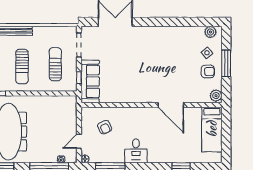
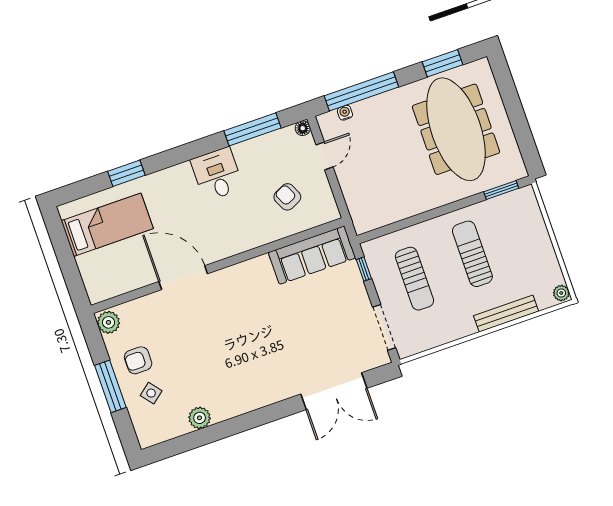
plant: (210, 32) -> (200, 418), moved
sofa: (90, 81) -> (312, 255), moved, turned -90
bed: (212, 129) -> (107, 225), moved, turned 90

